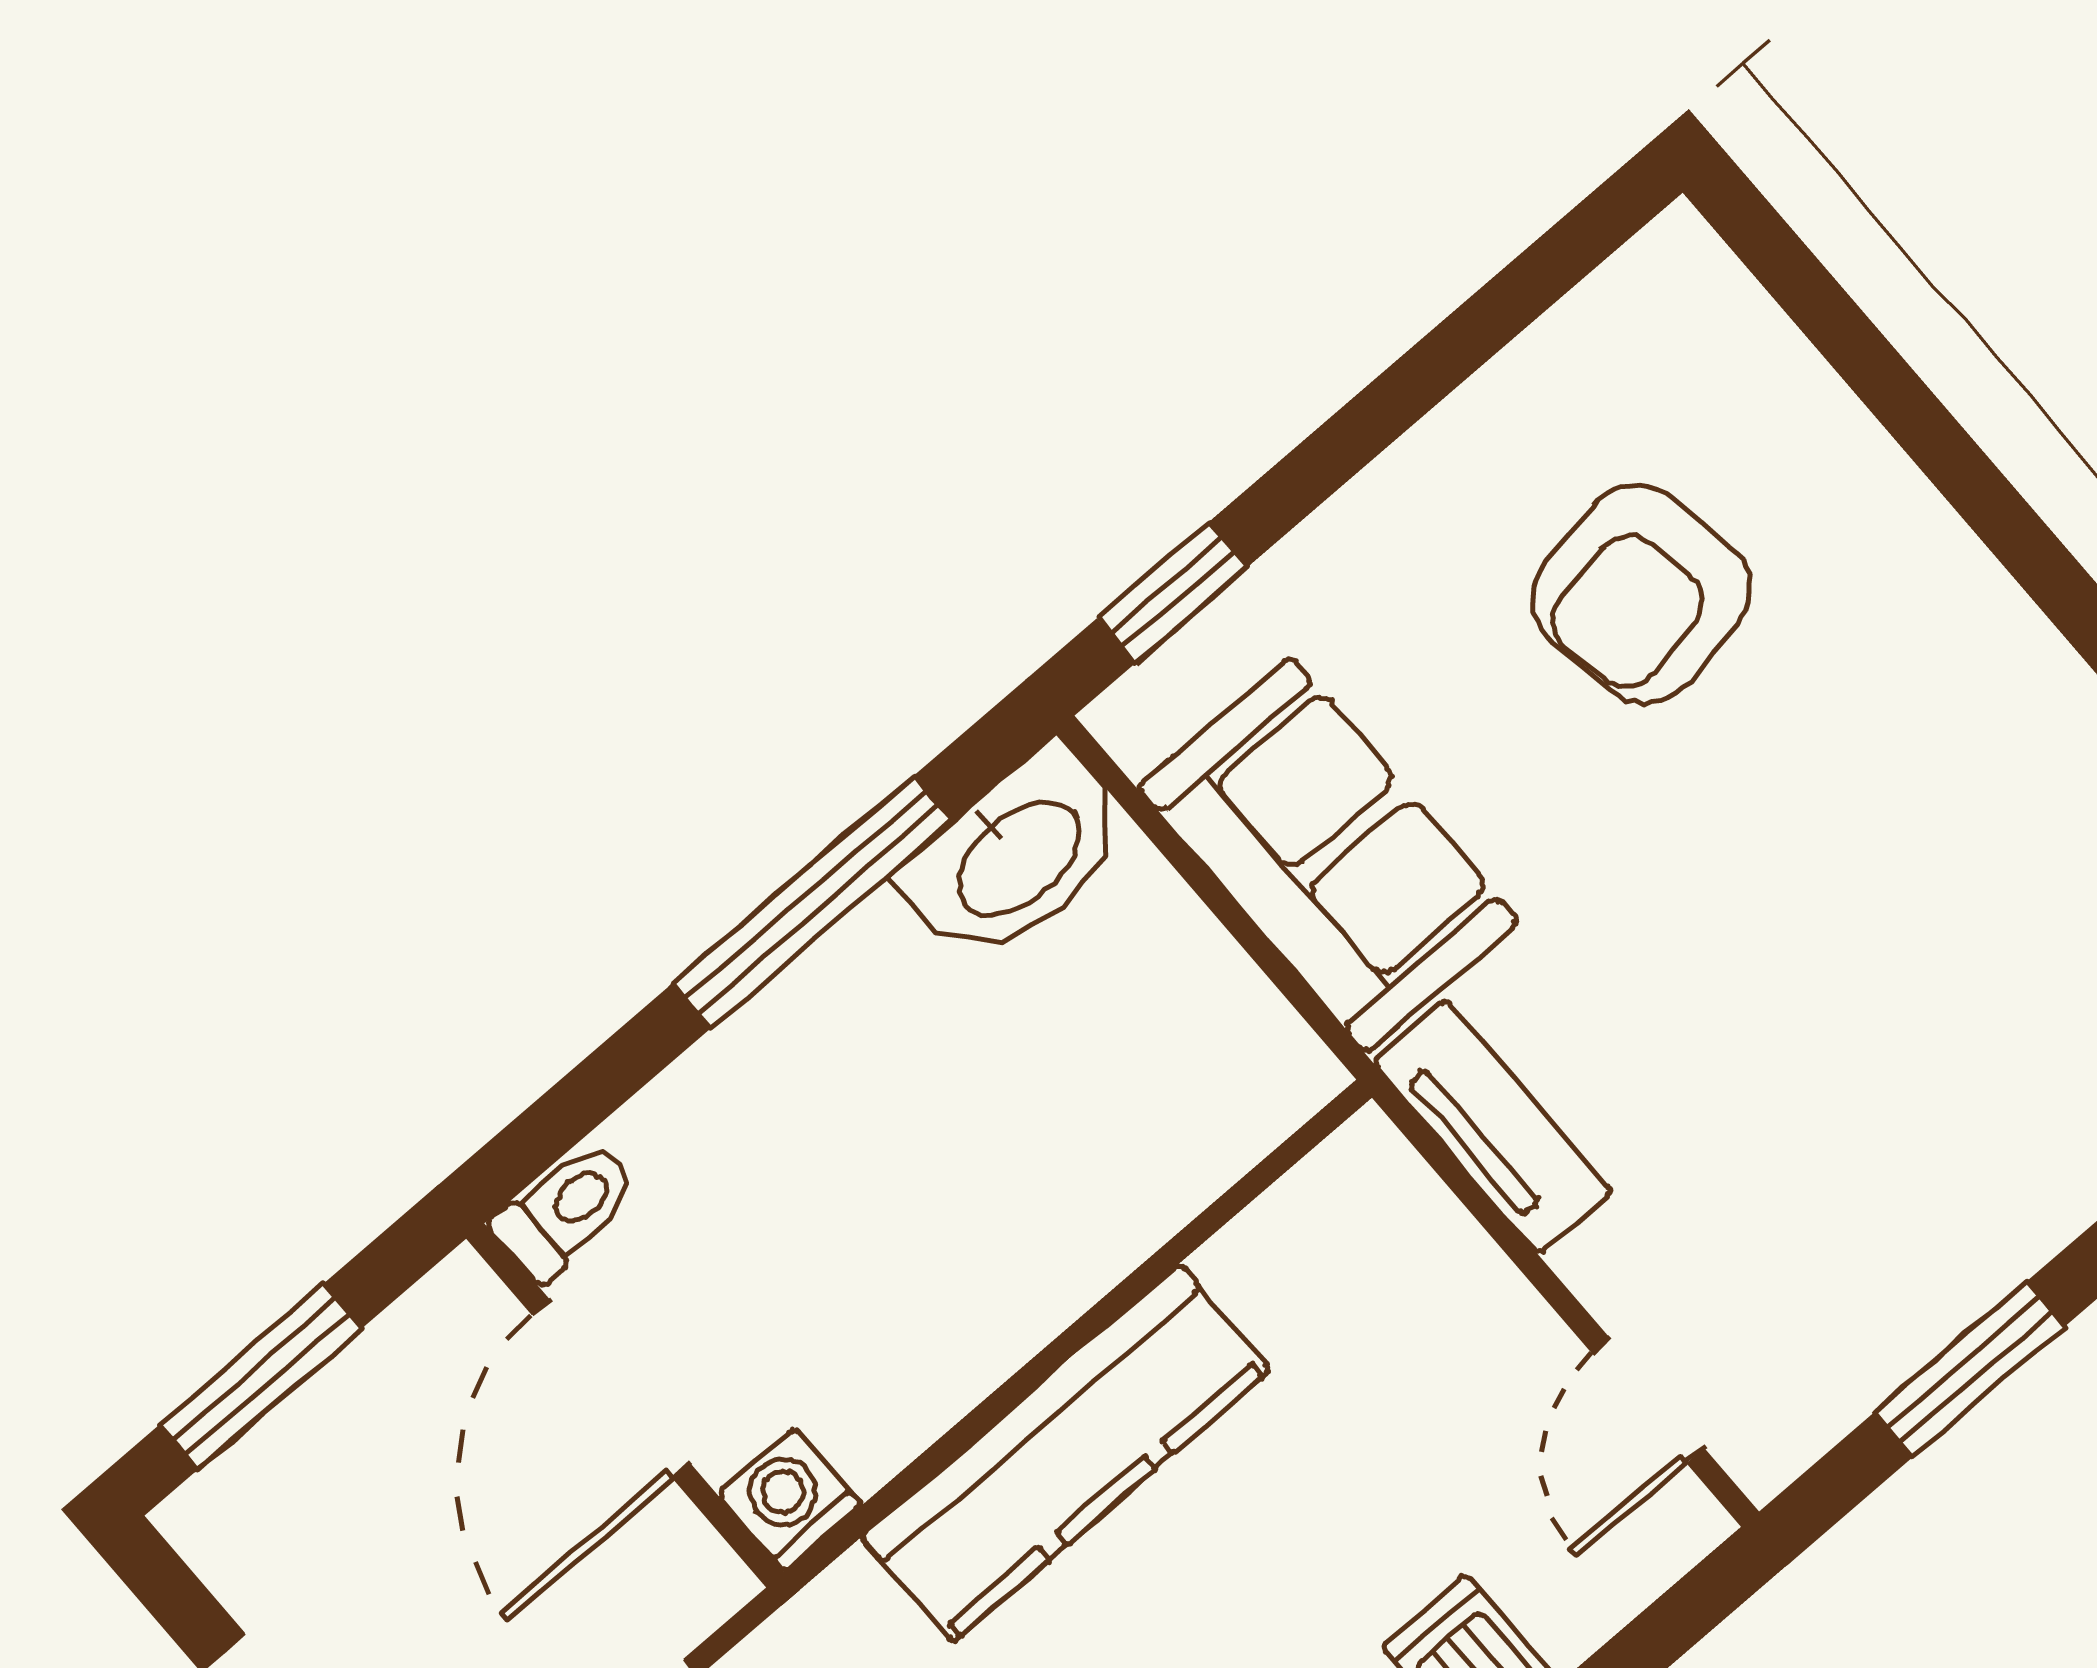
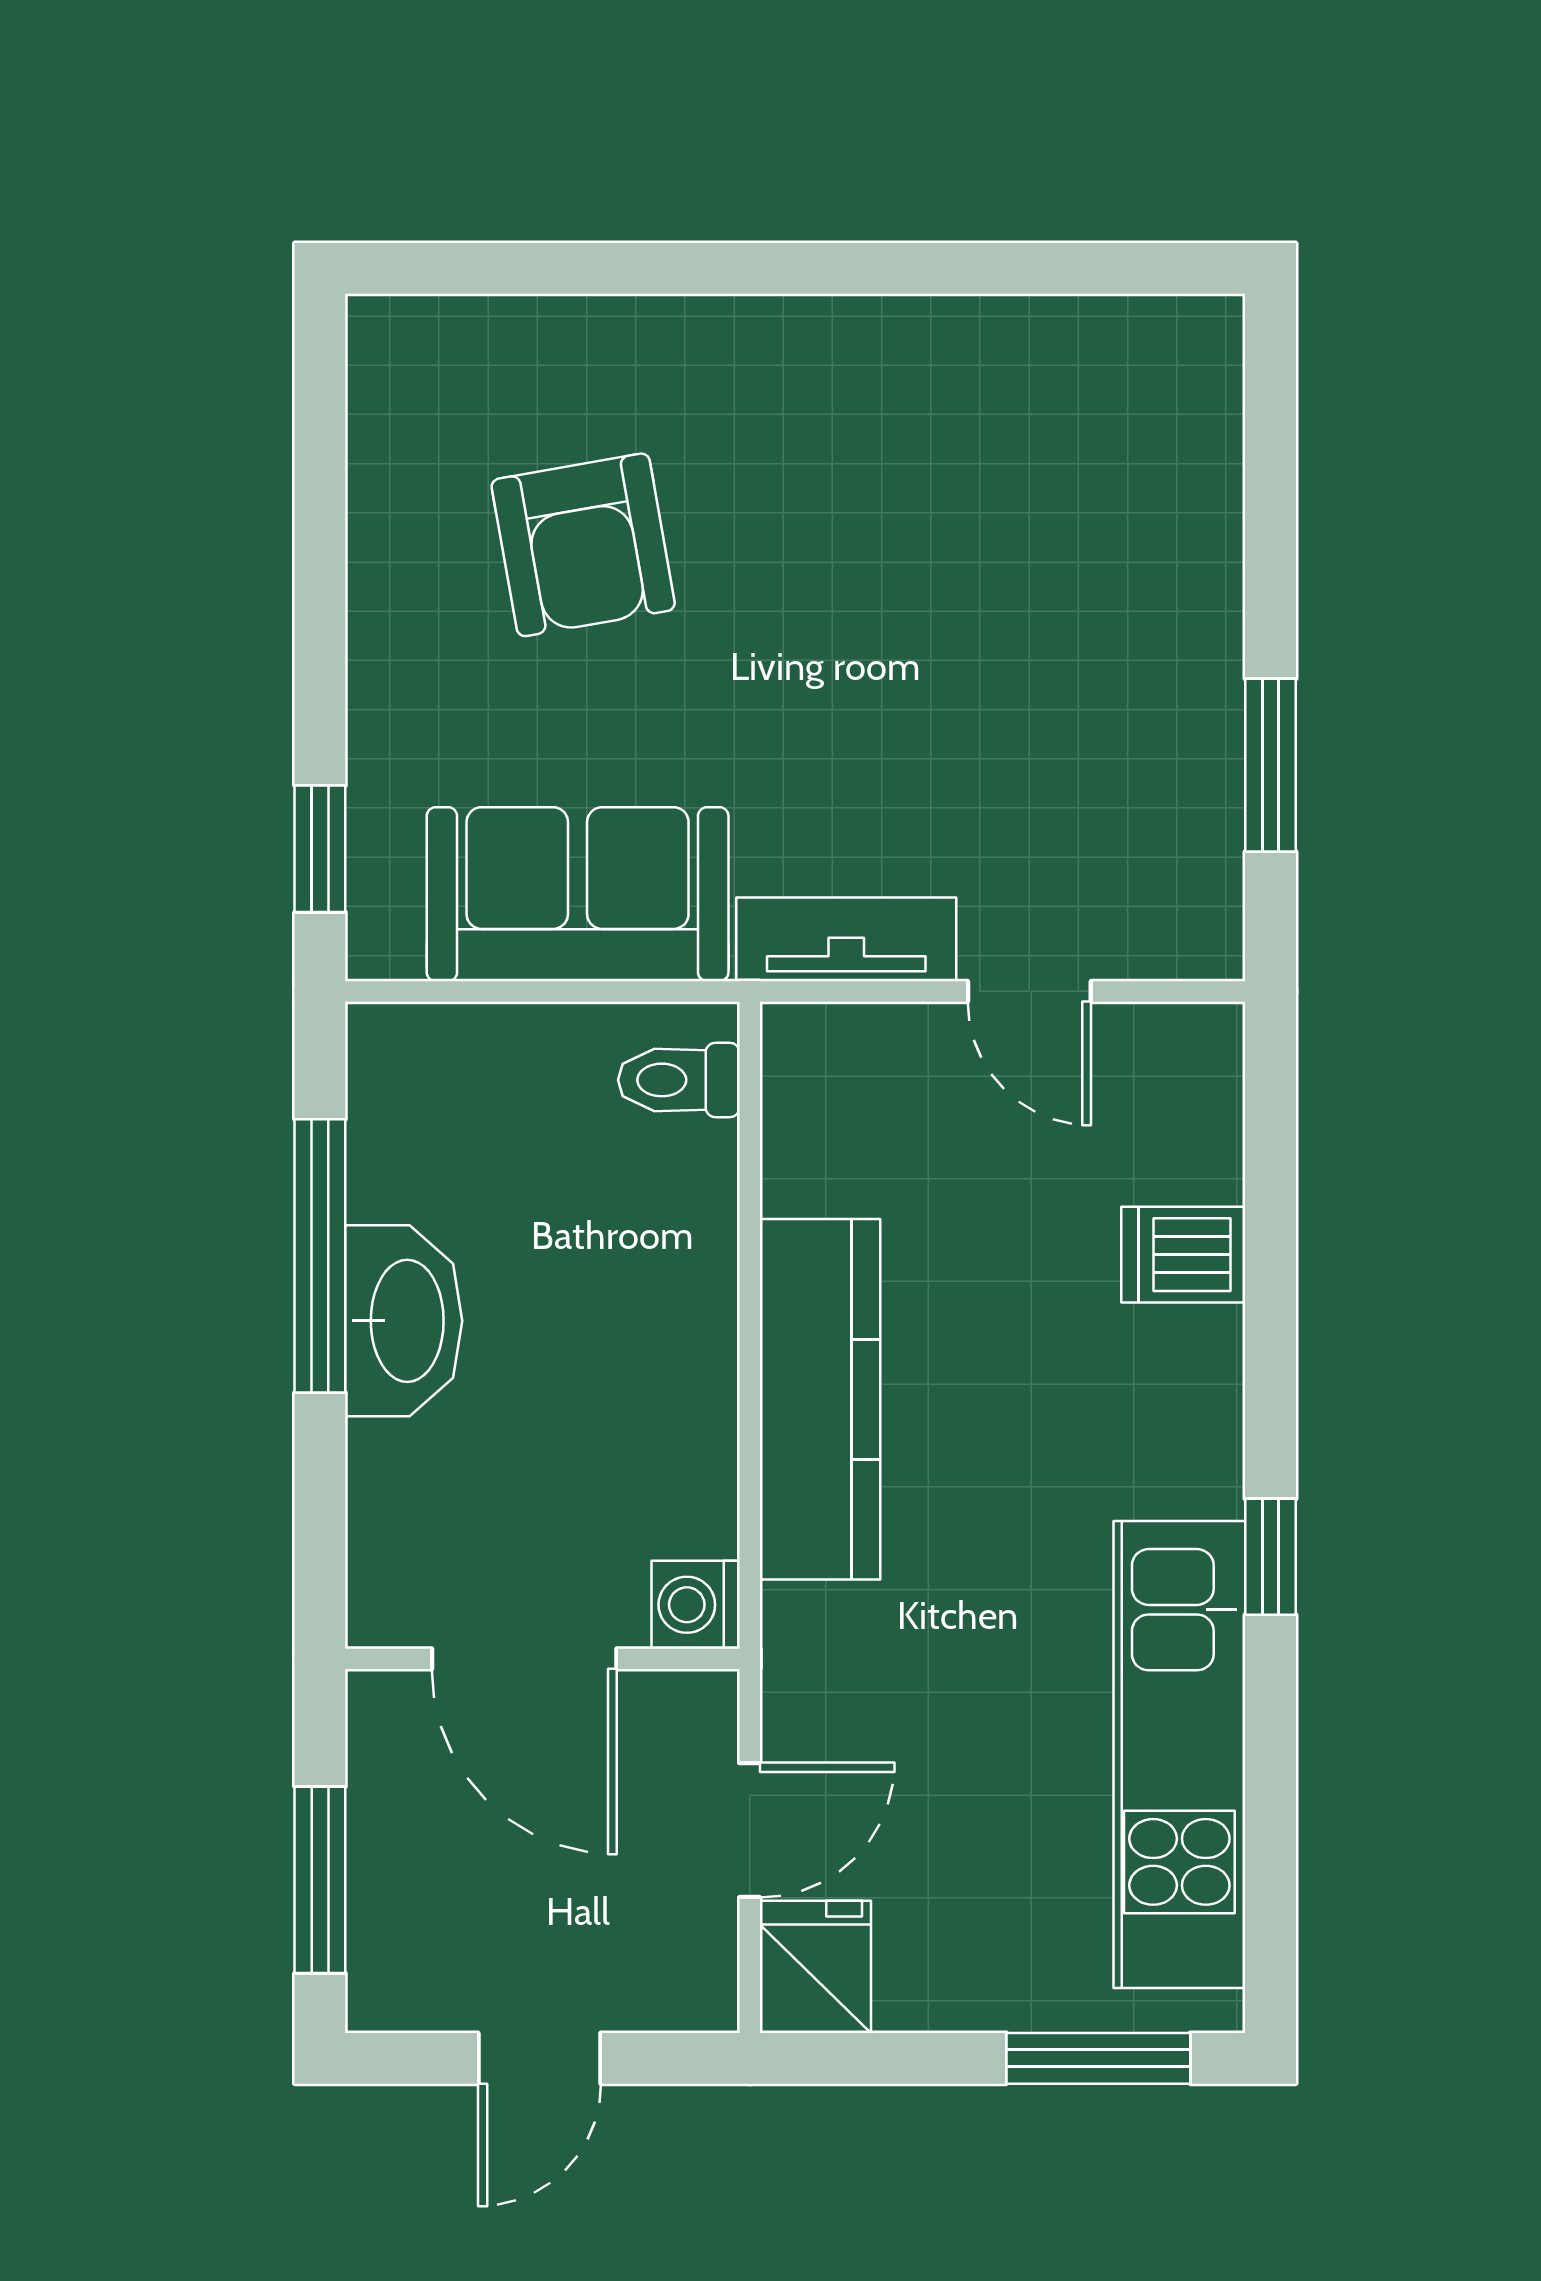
washbasin: (1016, 855) -> (404, 1321), moved
toilet: (566, 1210) -> (679, 1080), moved, turned -90
door: (1648, 1401) -> (1029, 991), moved

